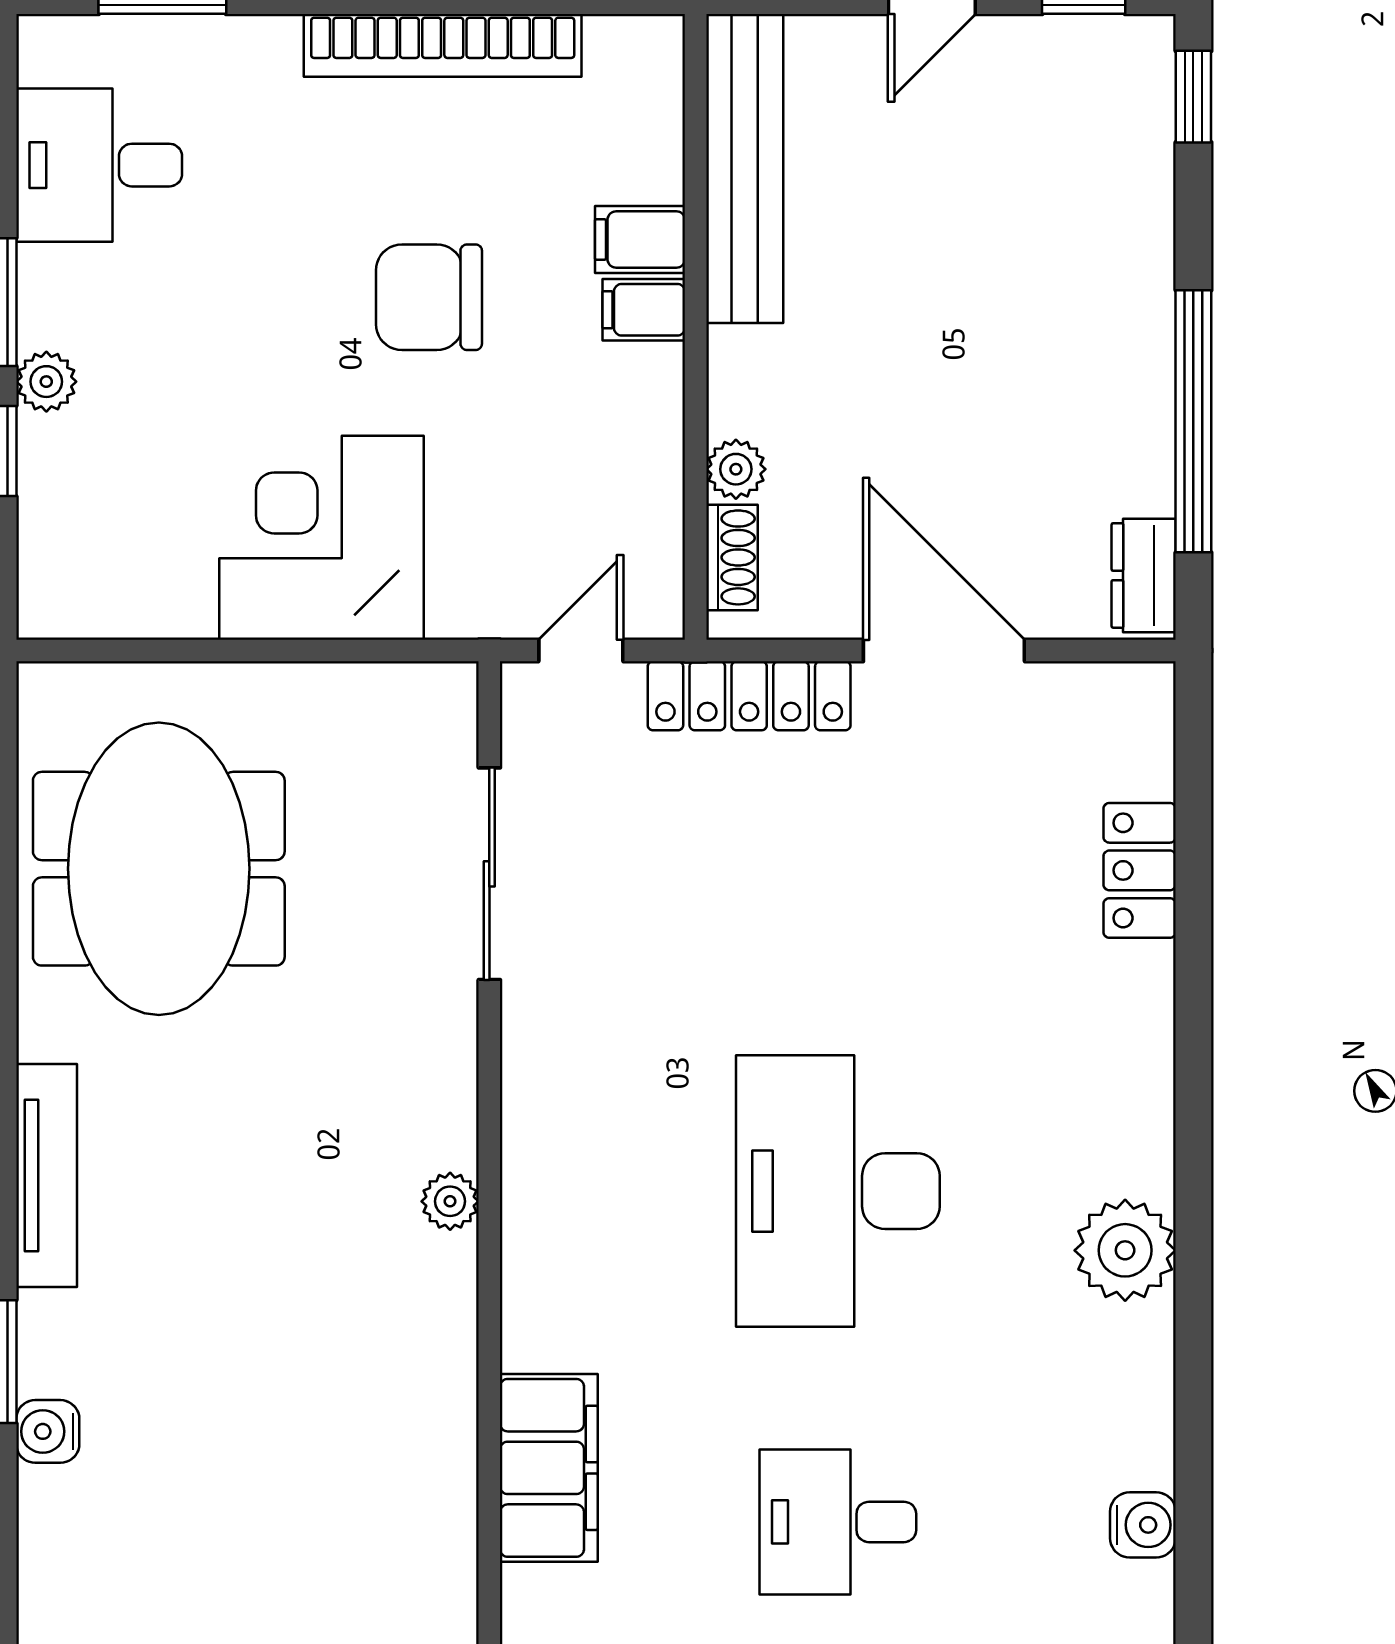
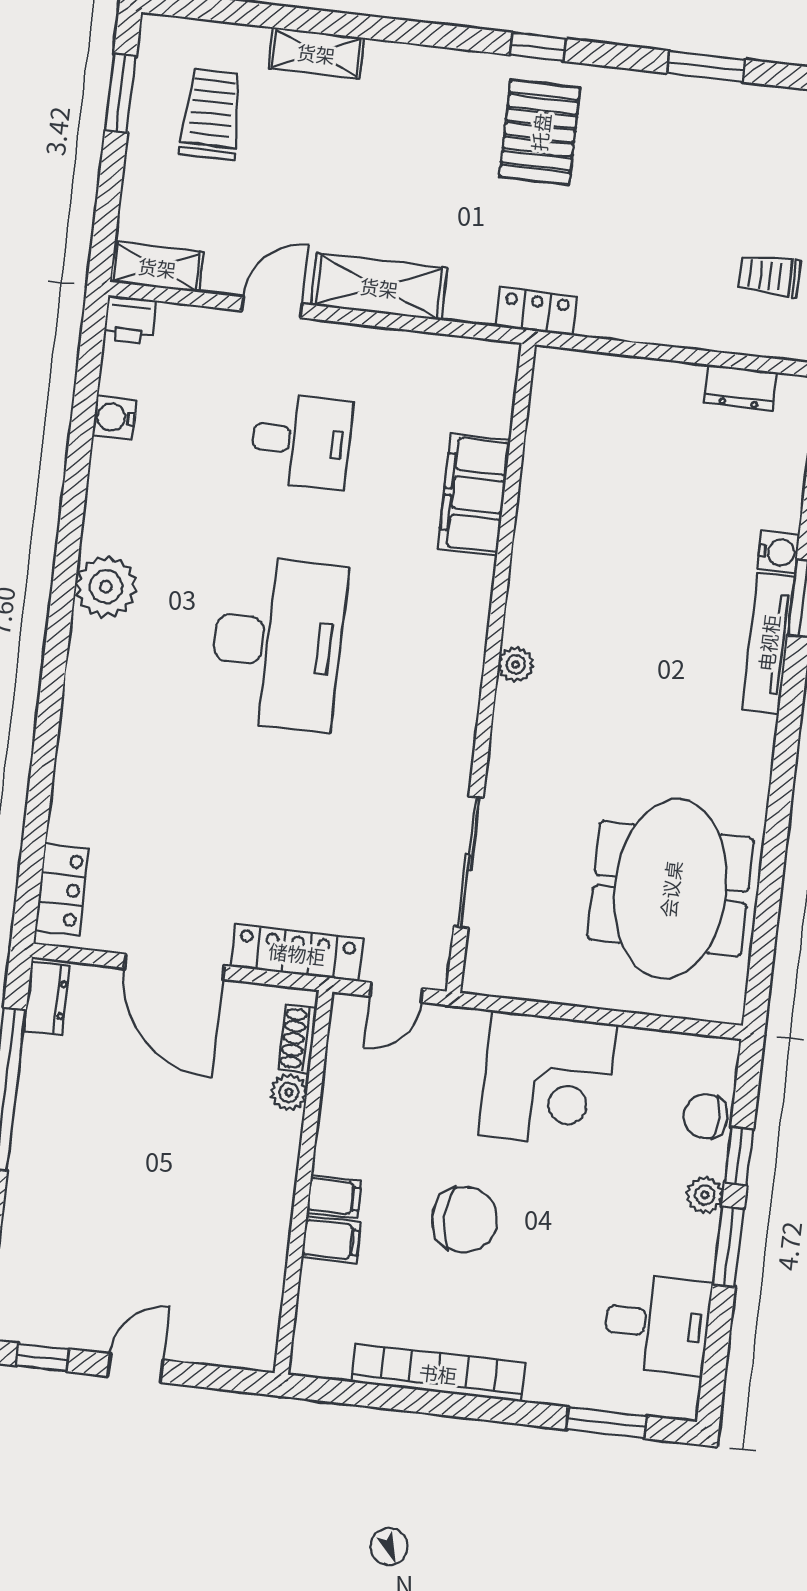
bench: (745, 169) -> (262, 1276), removed
chair: (60, 508) -> (706, 1116), added
locker: (1140, 870) -> (62, 890), moved
tv unit: (47, 1175) -> (768, 643), moved

